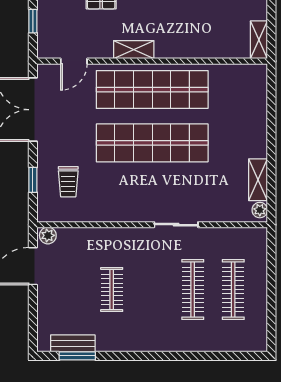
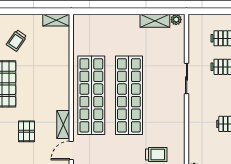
shelving: (134, 50) -> (63, 125), moved
door: (74, 61) -> (71, 151), swing flipped

